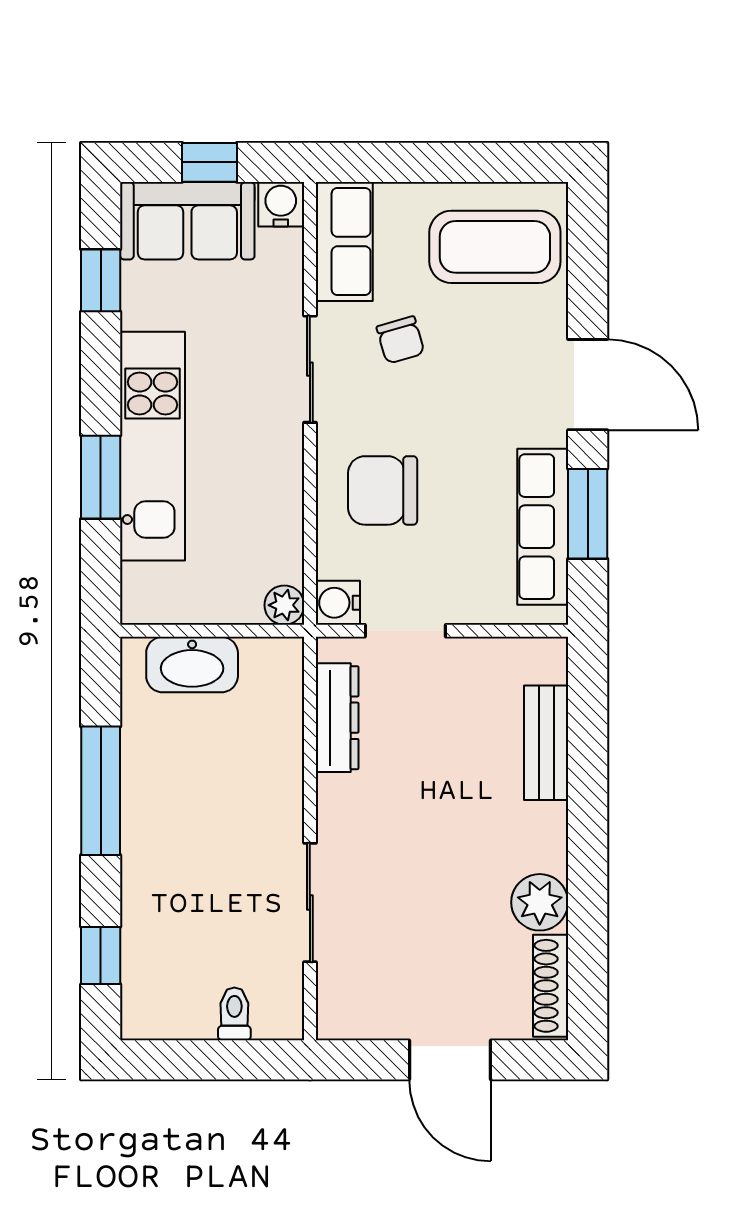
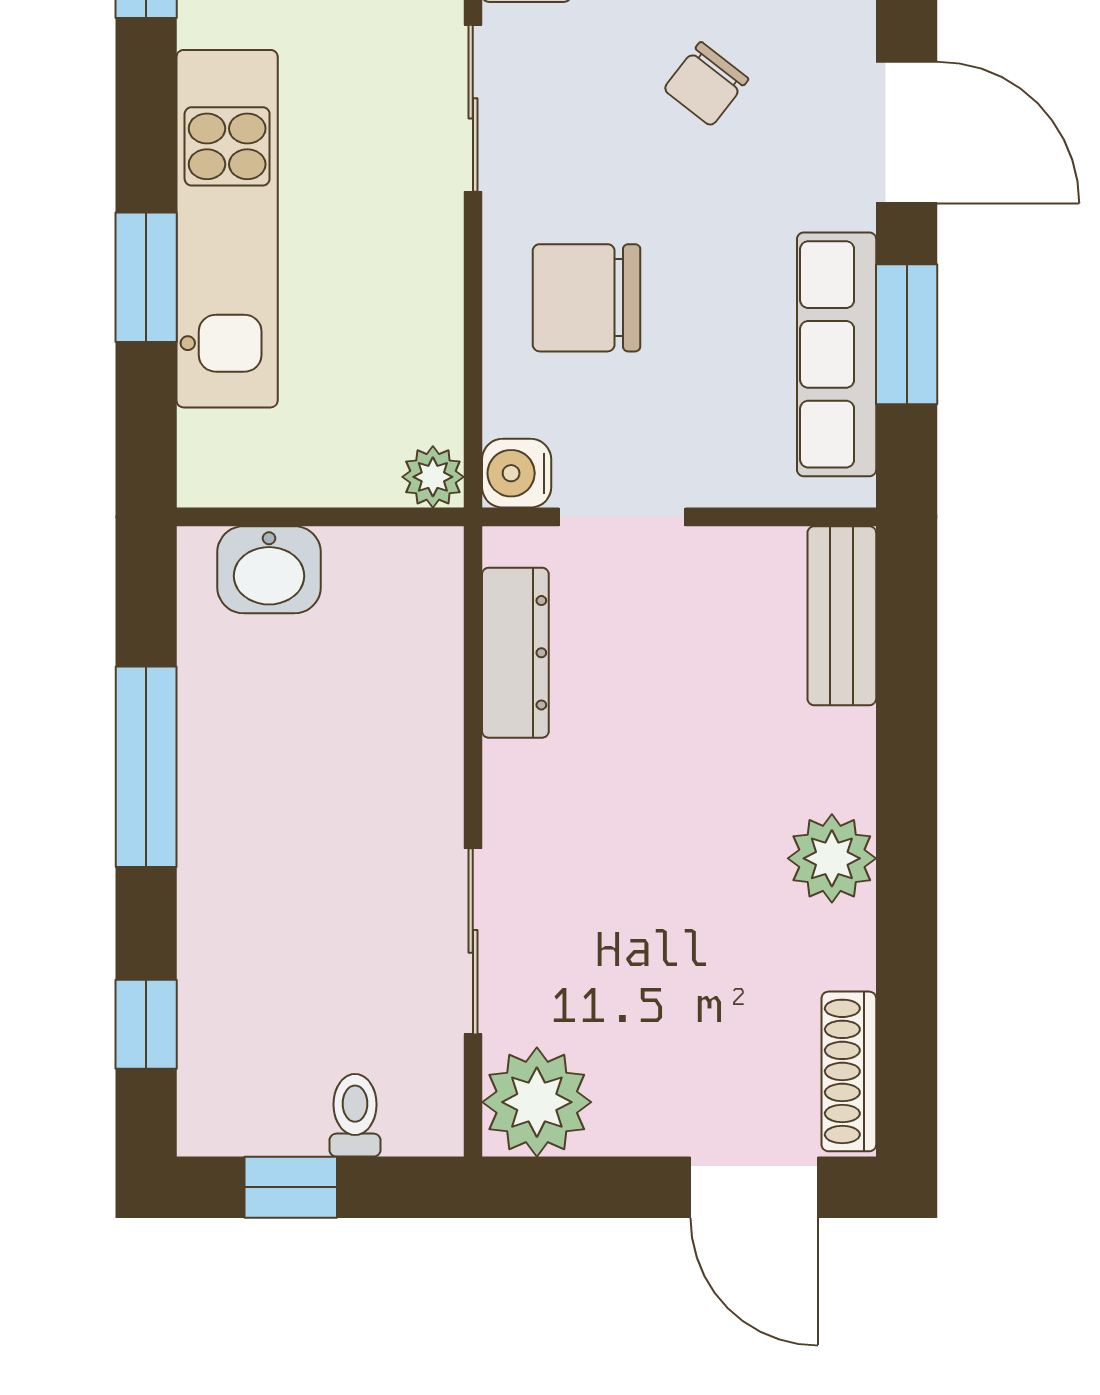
chair: (400, 340) -> (706, 84), moved, turned 54
washbasin: (192, 665) -> (269, 570), width x0.72
bench: (546, 743) -> (842, 616), moved
plant: (540, 902) -> (832, 858), moved
plant: (351, 1005) -> (537, 1102), added
window: (193, 1060) -> (291, 1187), added
door: (450, 1060) -> (754, 1187), moved

